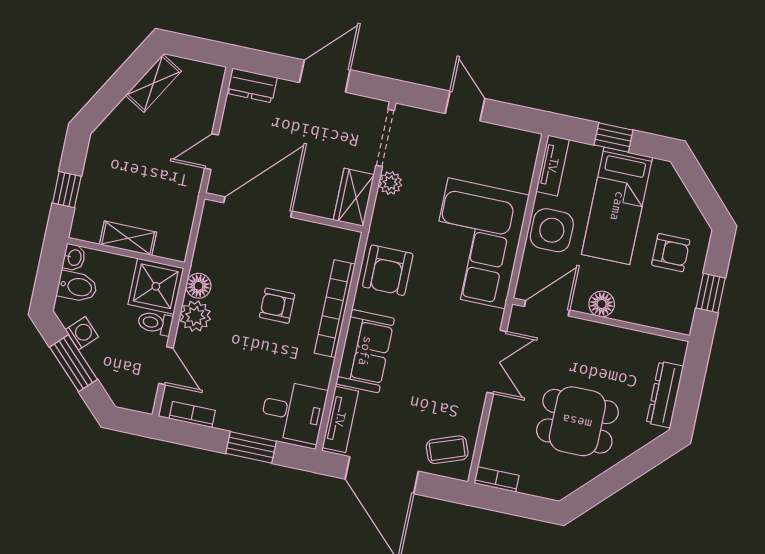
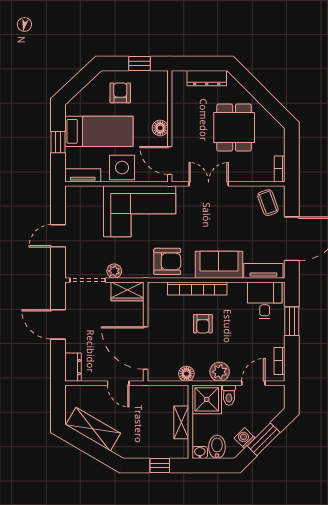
shelving: (153, 83) -> (93, 429), width x1.50, depth x1.33
floor lamp: (198, 286) -> (186, 374), moved

